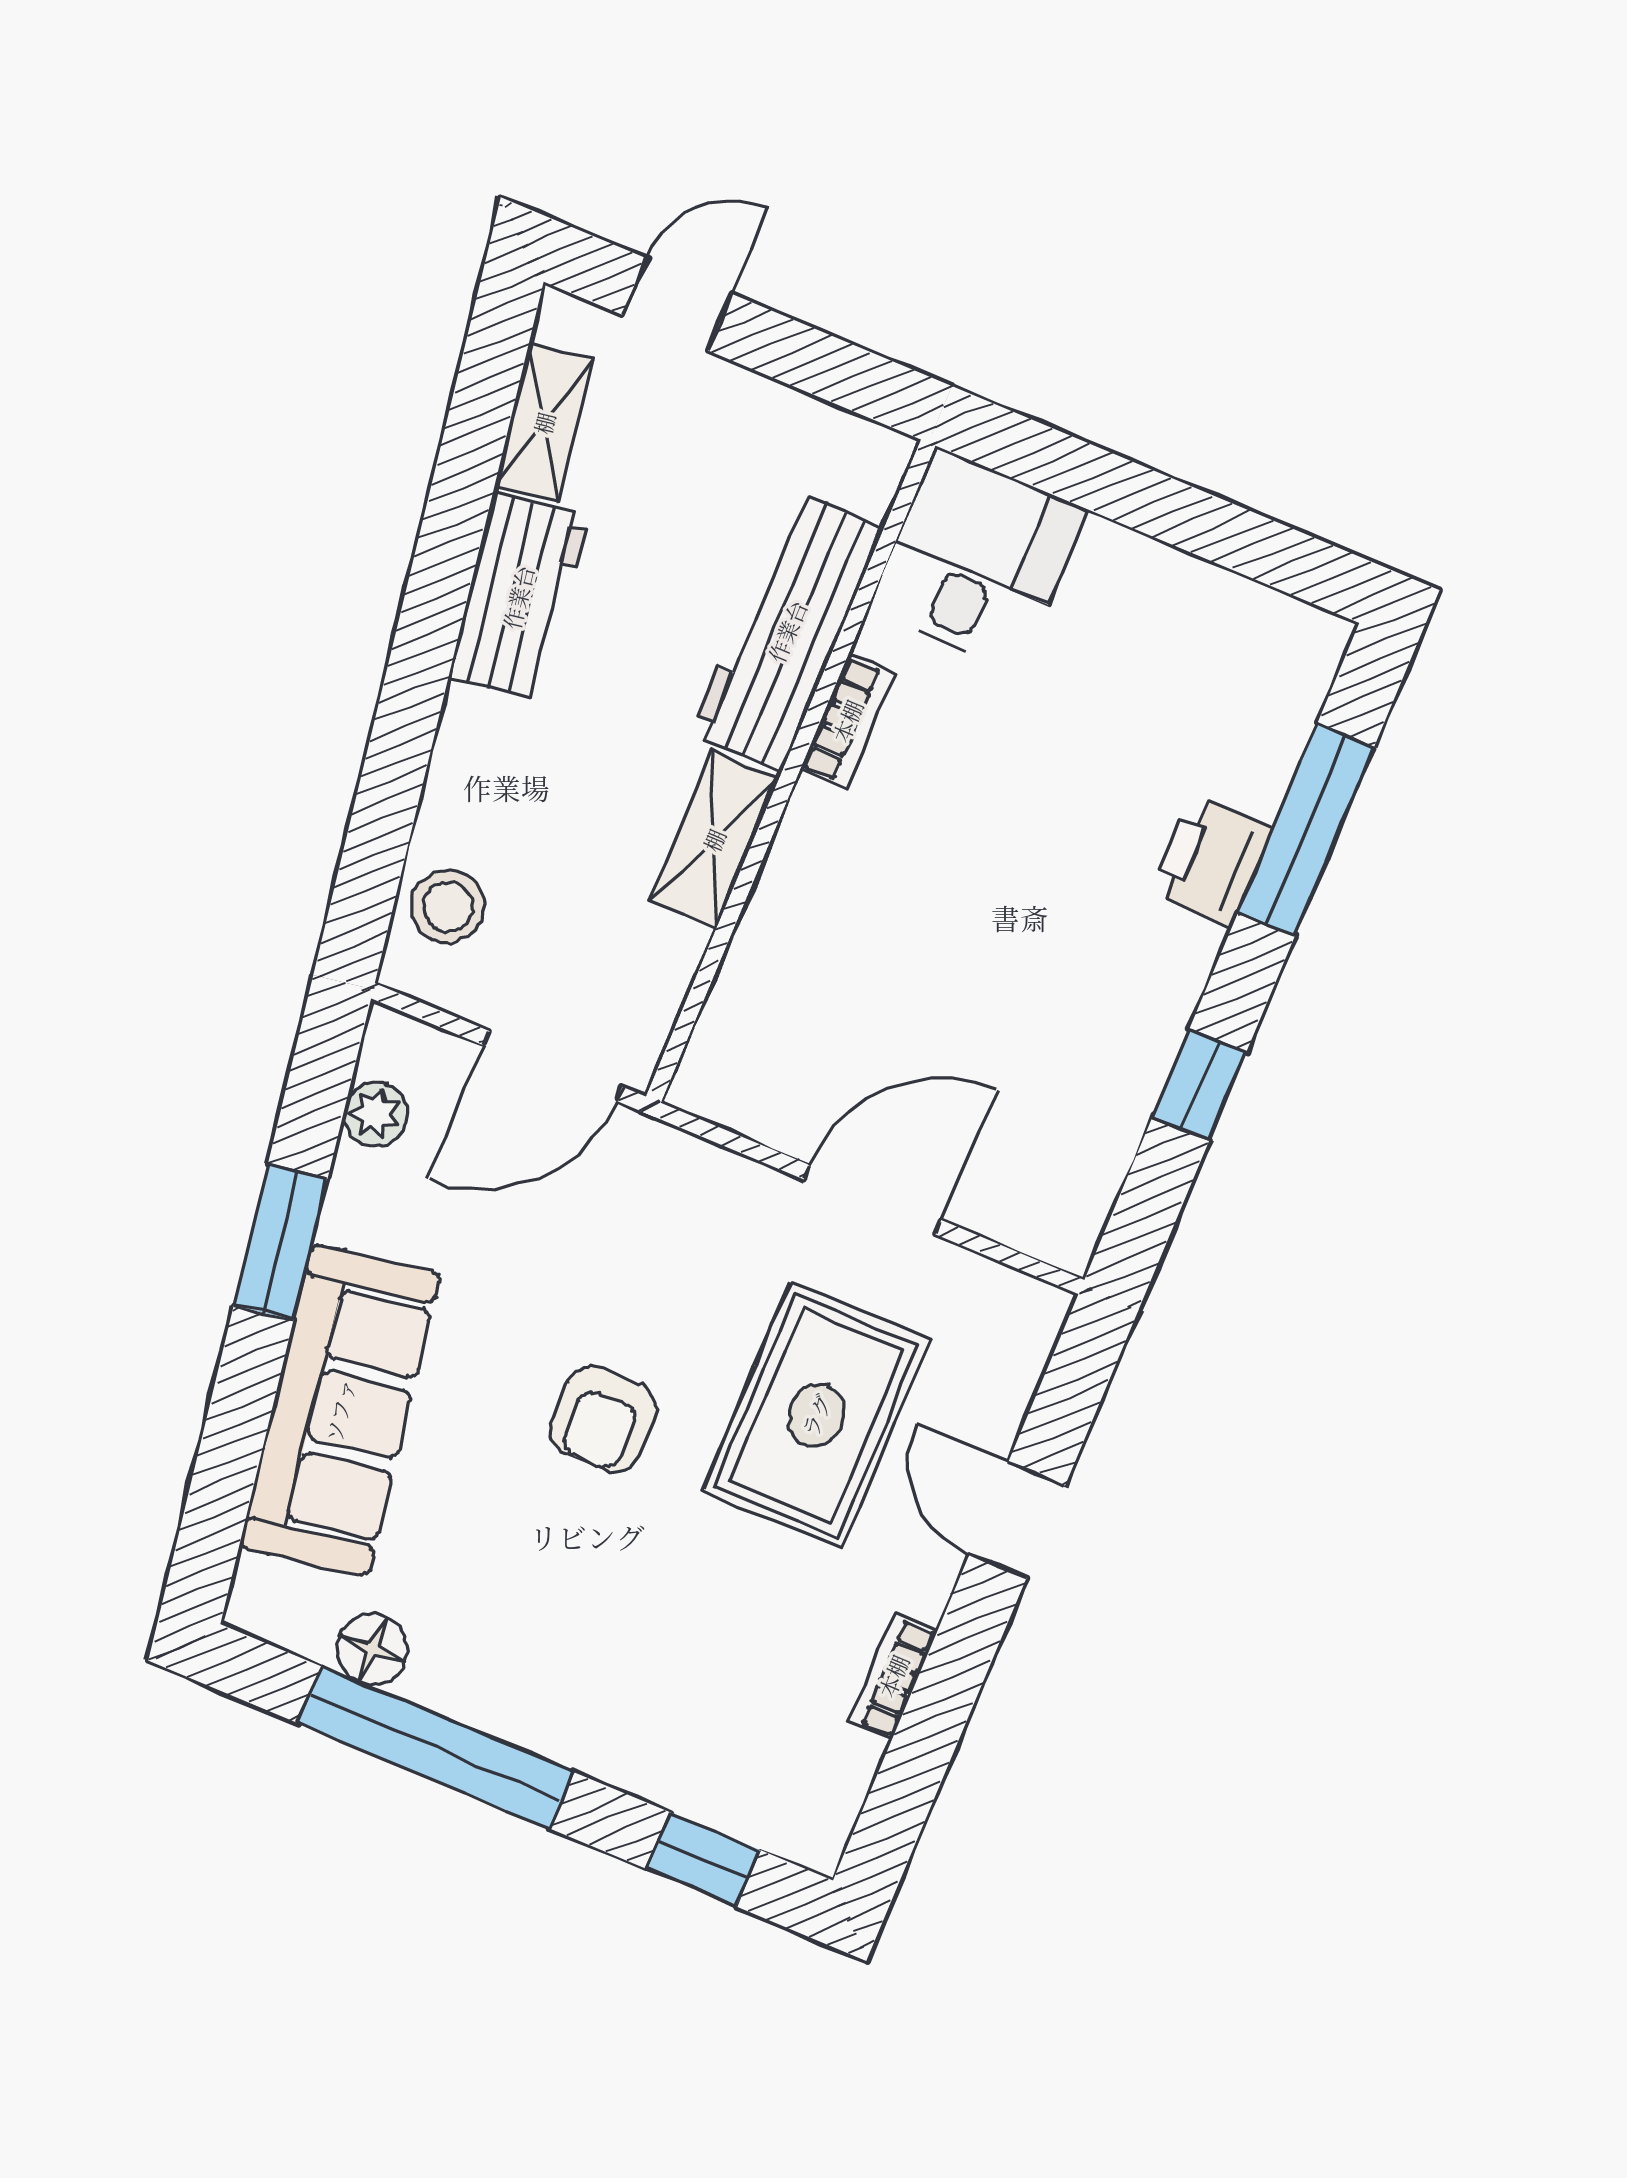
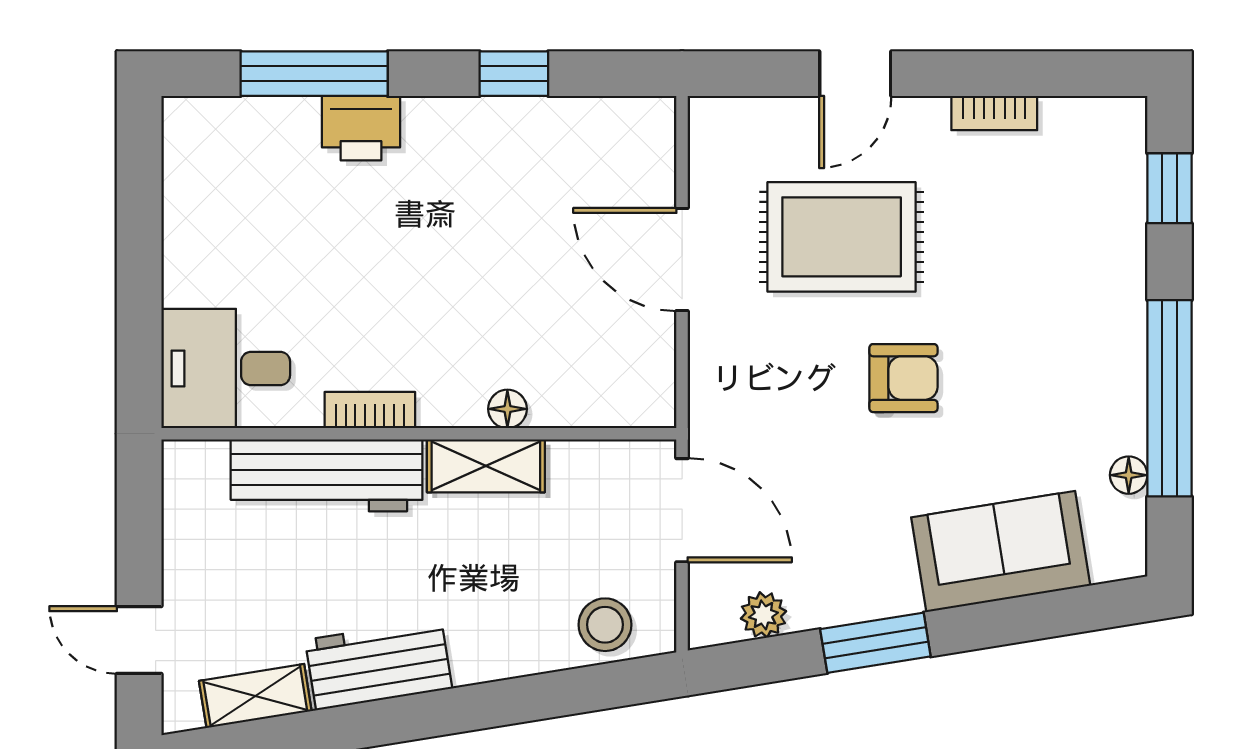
floor lamp: (775, 897) -> (507, 409), added
sofa: (340, 1410) -> (1001, 551), width x0.73
floor lamp: (372, 1649) -> (1129, 475), width x0.73, depth x0.73

